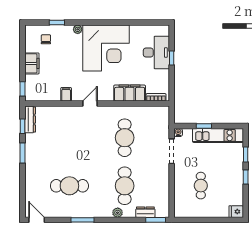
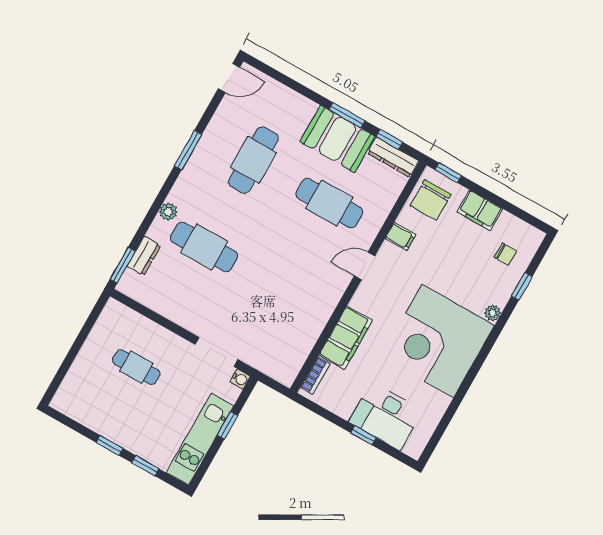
chair: (40, 90) -> (431, 200), added
door: (90, 104) -> (365, 266), swing flipped
cafe table: (125, 138) -> (329, 203), moved
booth: (36, 151) -> (337, 139), added
fridge: (236, 212) -> (64, 400), removed

